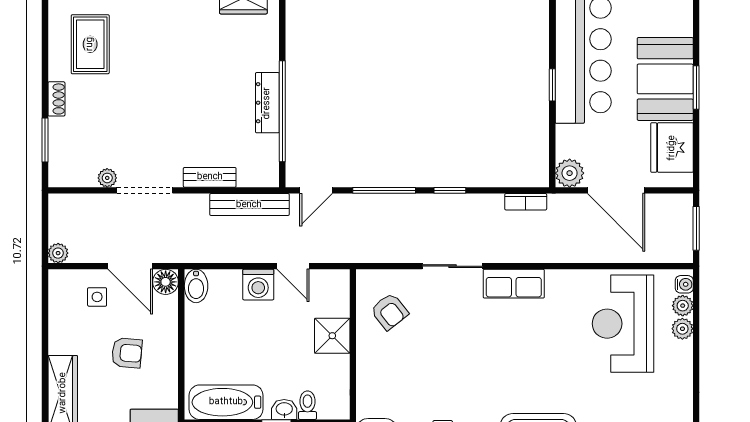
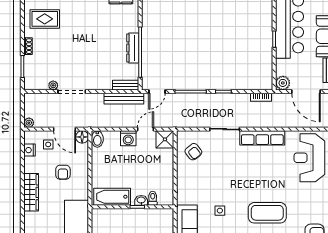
rug: (90, 44) -> (45, 19), turned 90
bench: (210, 177) -> (126, 85), moved
door: (293, 266) -> (146, 129), swing flipped
row of seats: (514, 284) -> (262, 138), width x1.48
nightstand: (59, 308) -> (29, 150), added
shower: (332, 336) -> (165, 139), moved
armchair: (127, 353) -> (63, 172), turned 85

